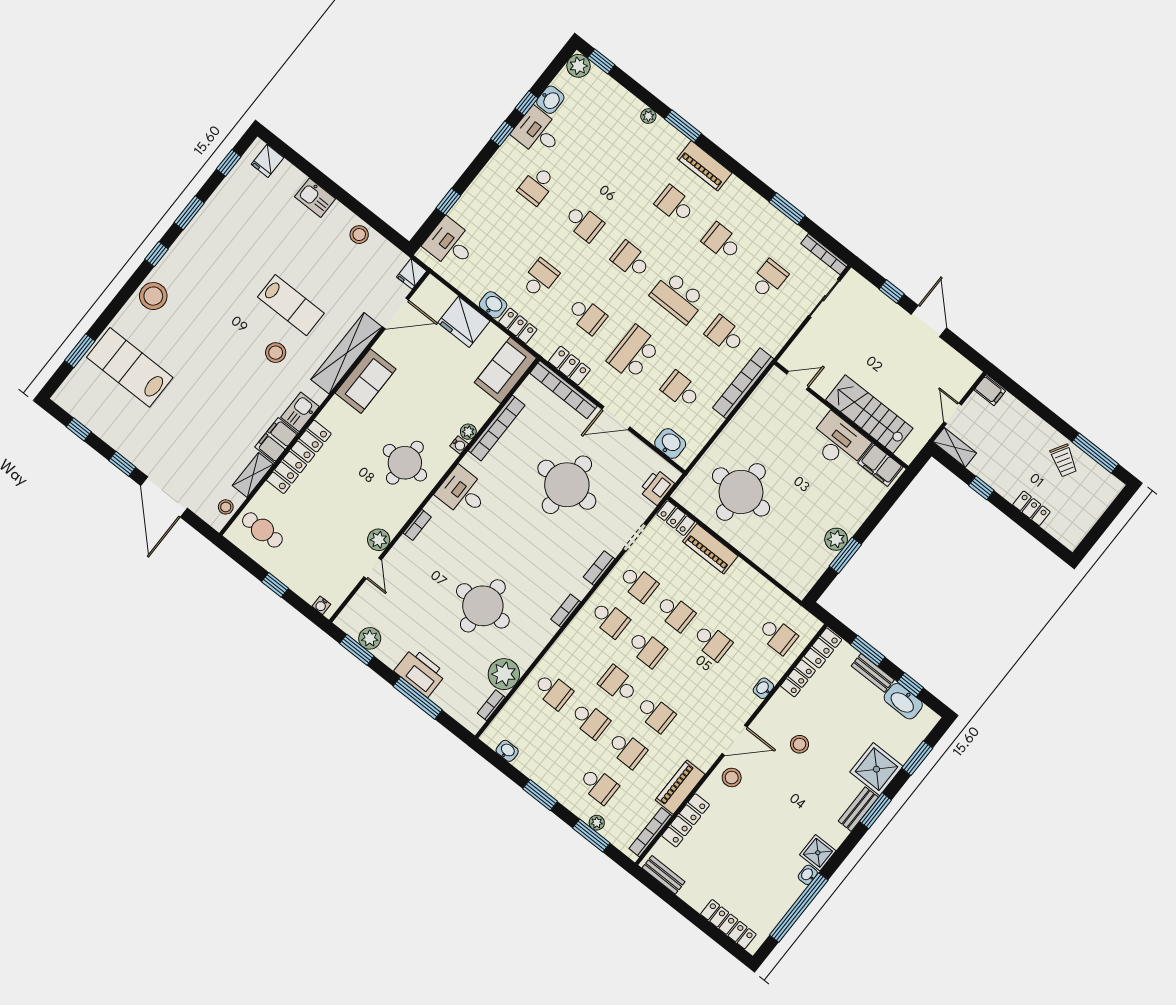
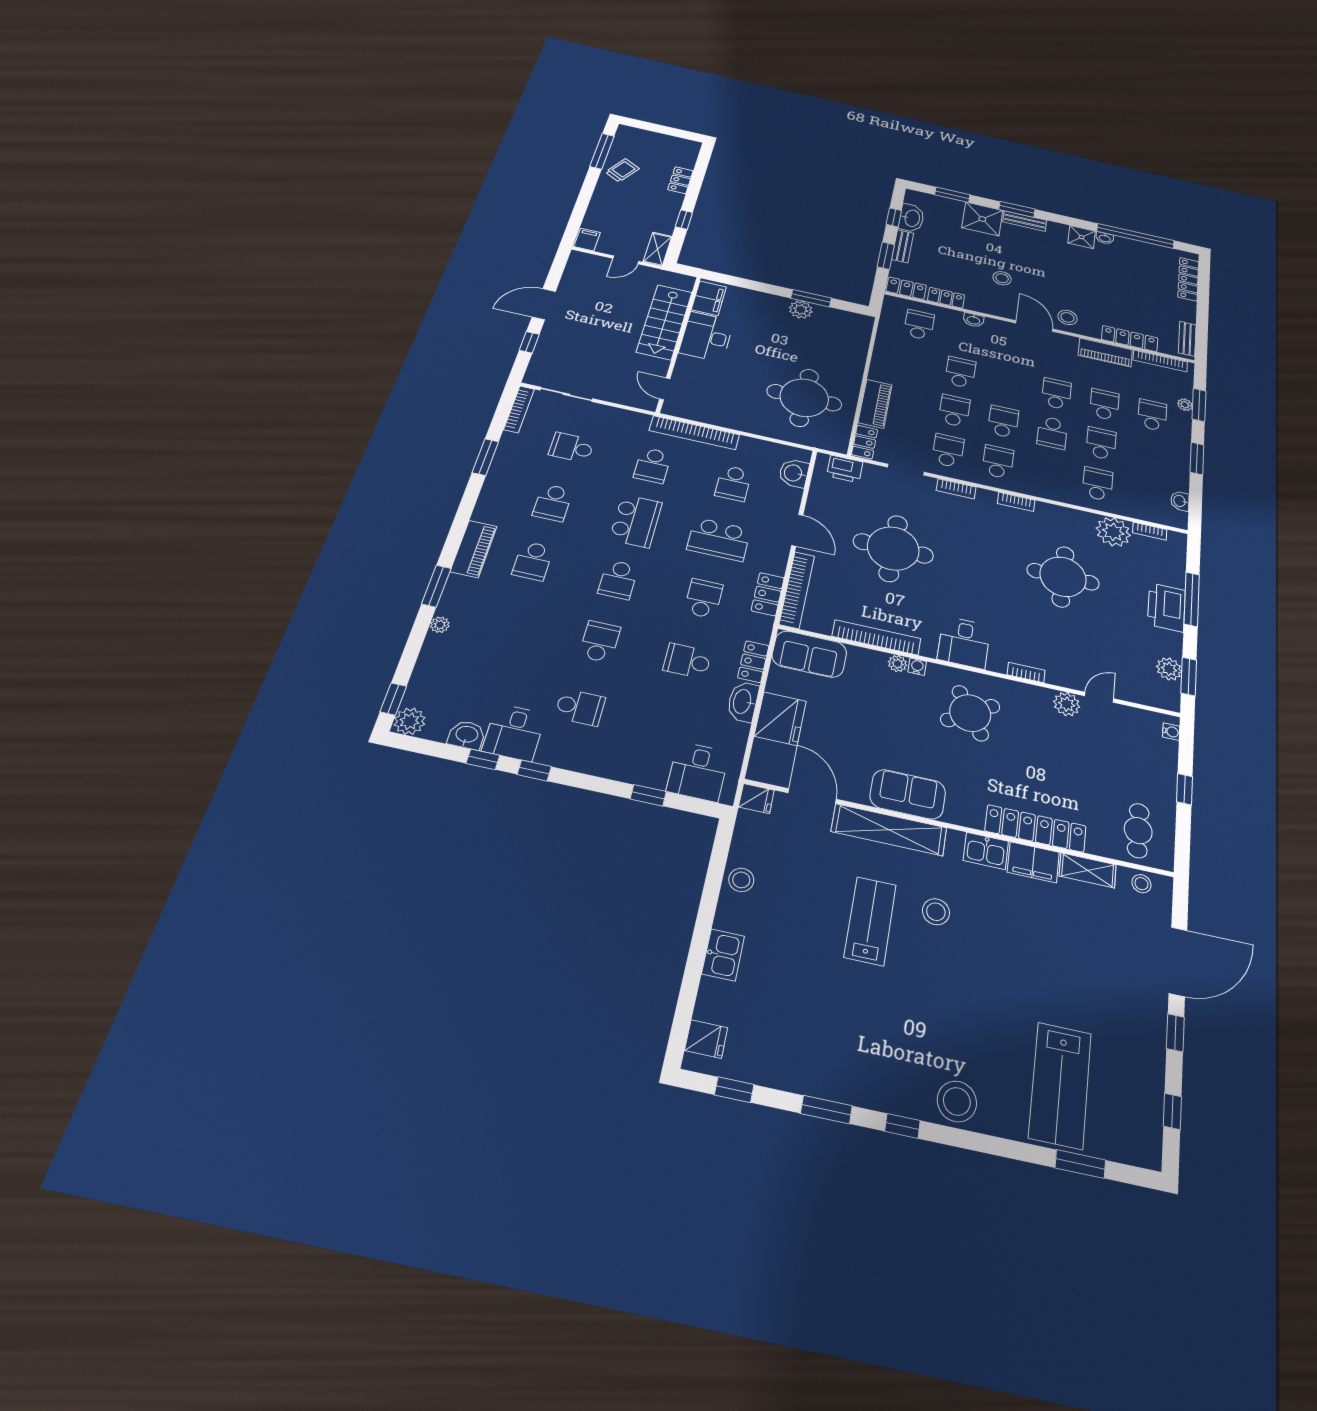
washbasin: (493, 305) -> (743, 702), width x1.38
round table: (405, 463) -> (970, 713), turned -32

